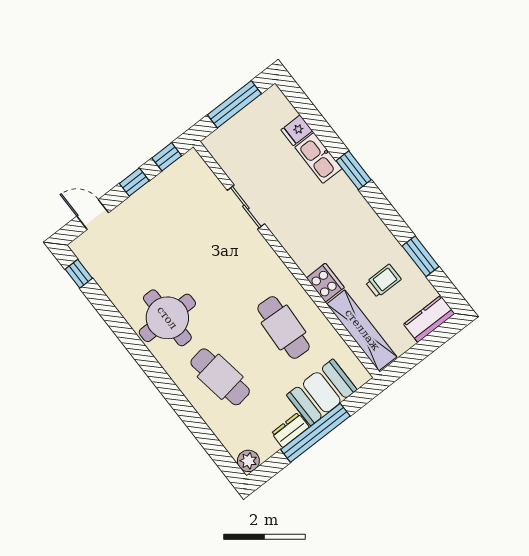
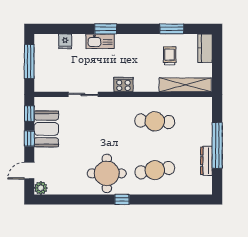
kitchen sink: (318, 158) -> (100, 41), moved
window: (79, 274) -> (122, 199), moved
cooker: (325, 283) -> (123, 85), moved
booth: (322, 392) -> (46, 129), moved
dresser: (290, 430) -> (206, 161), width x1.44
plant: (248, 461) -> (41, 188), moved

